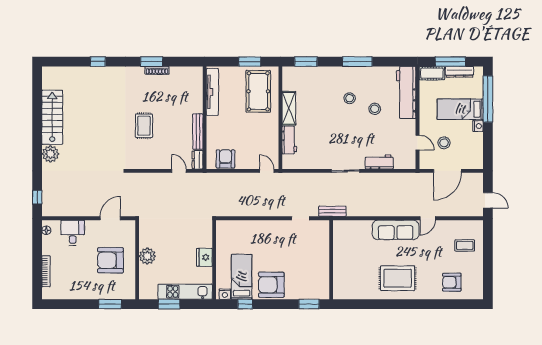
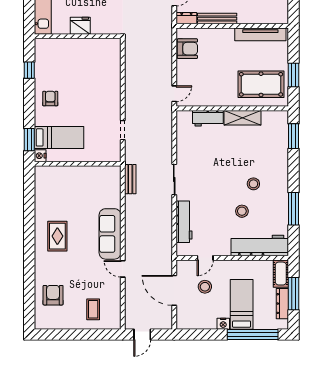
window: (357, 62) -> (293, 209), moved
workbench: (379, 162) -> (184, 222), width x1.37
bench: (332, 211) -> (130, 179), moved
bed: (242, 277) -> (59, 137), moved
rug: (398, 278) -> (57, 236), width x0.73, depth x0.70
armchair: (271, 285) -> (50, 99), width x0.53, depth x0.53
nightstand: (225, 294) -> (40, 156), moved

